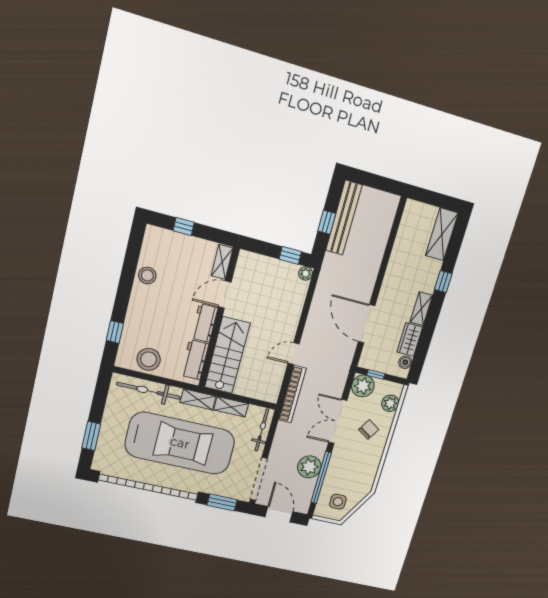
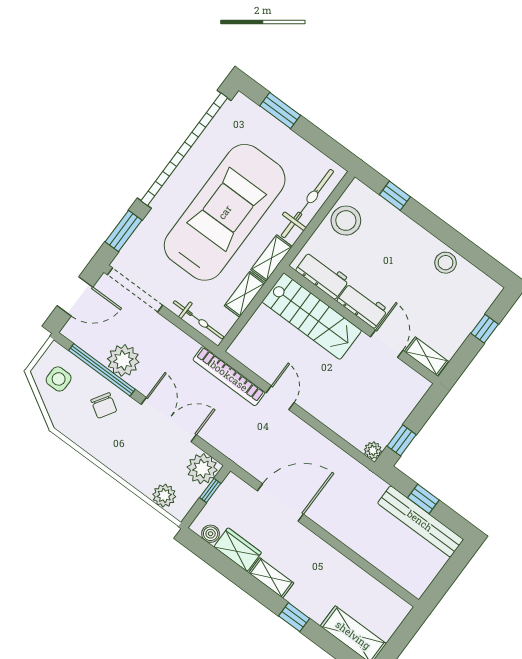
chair: (369, 429) -> (104, 406), moved
car: (180, 443) -> (225, 212), turned 180

